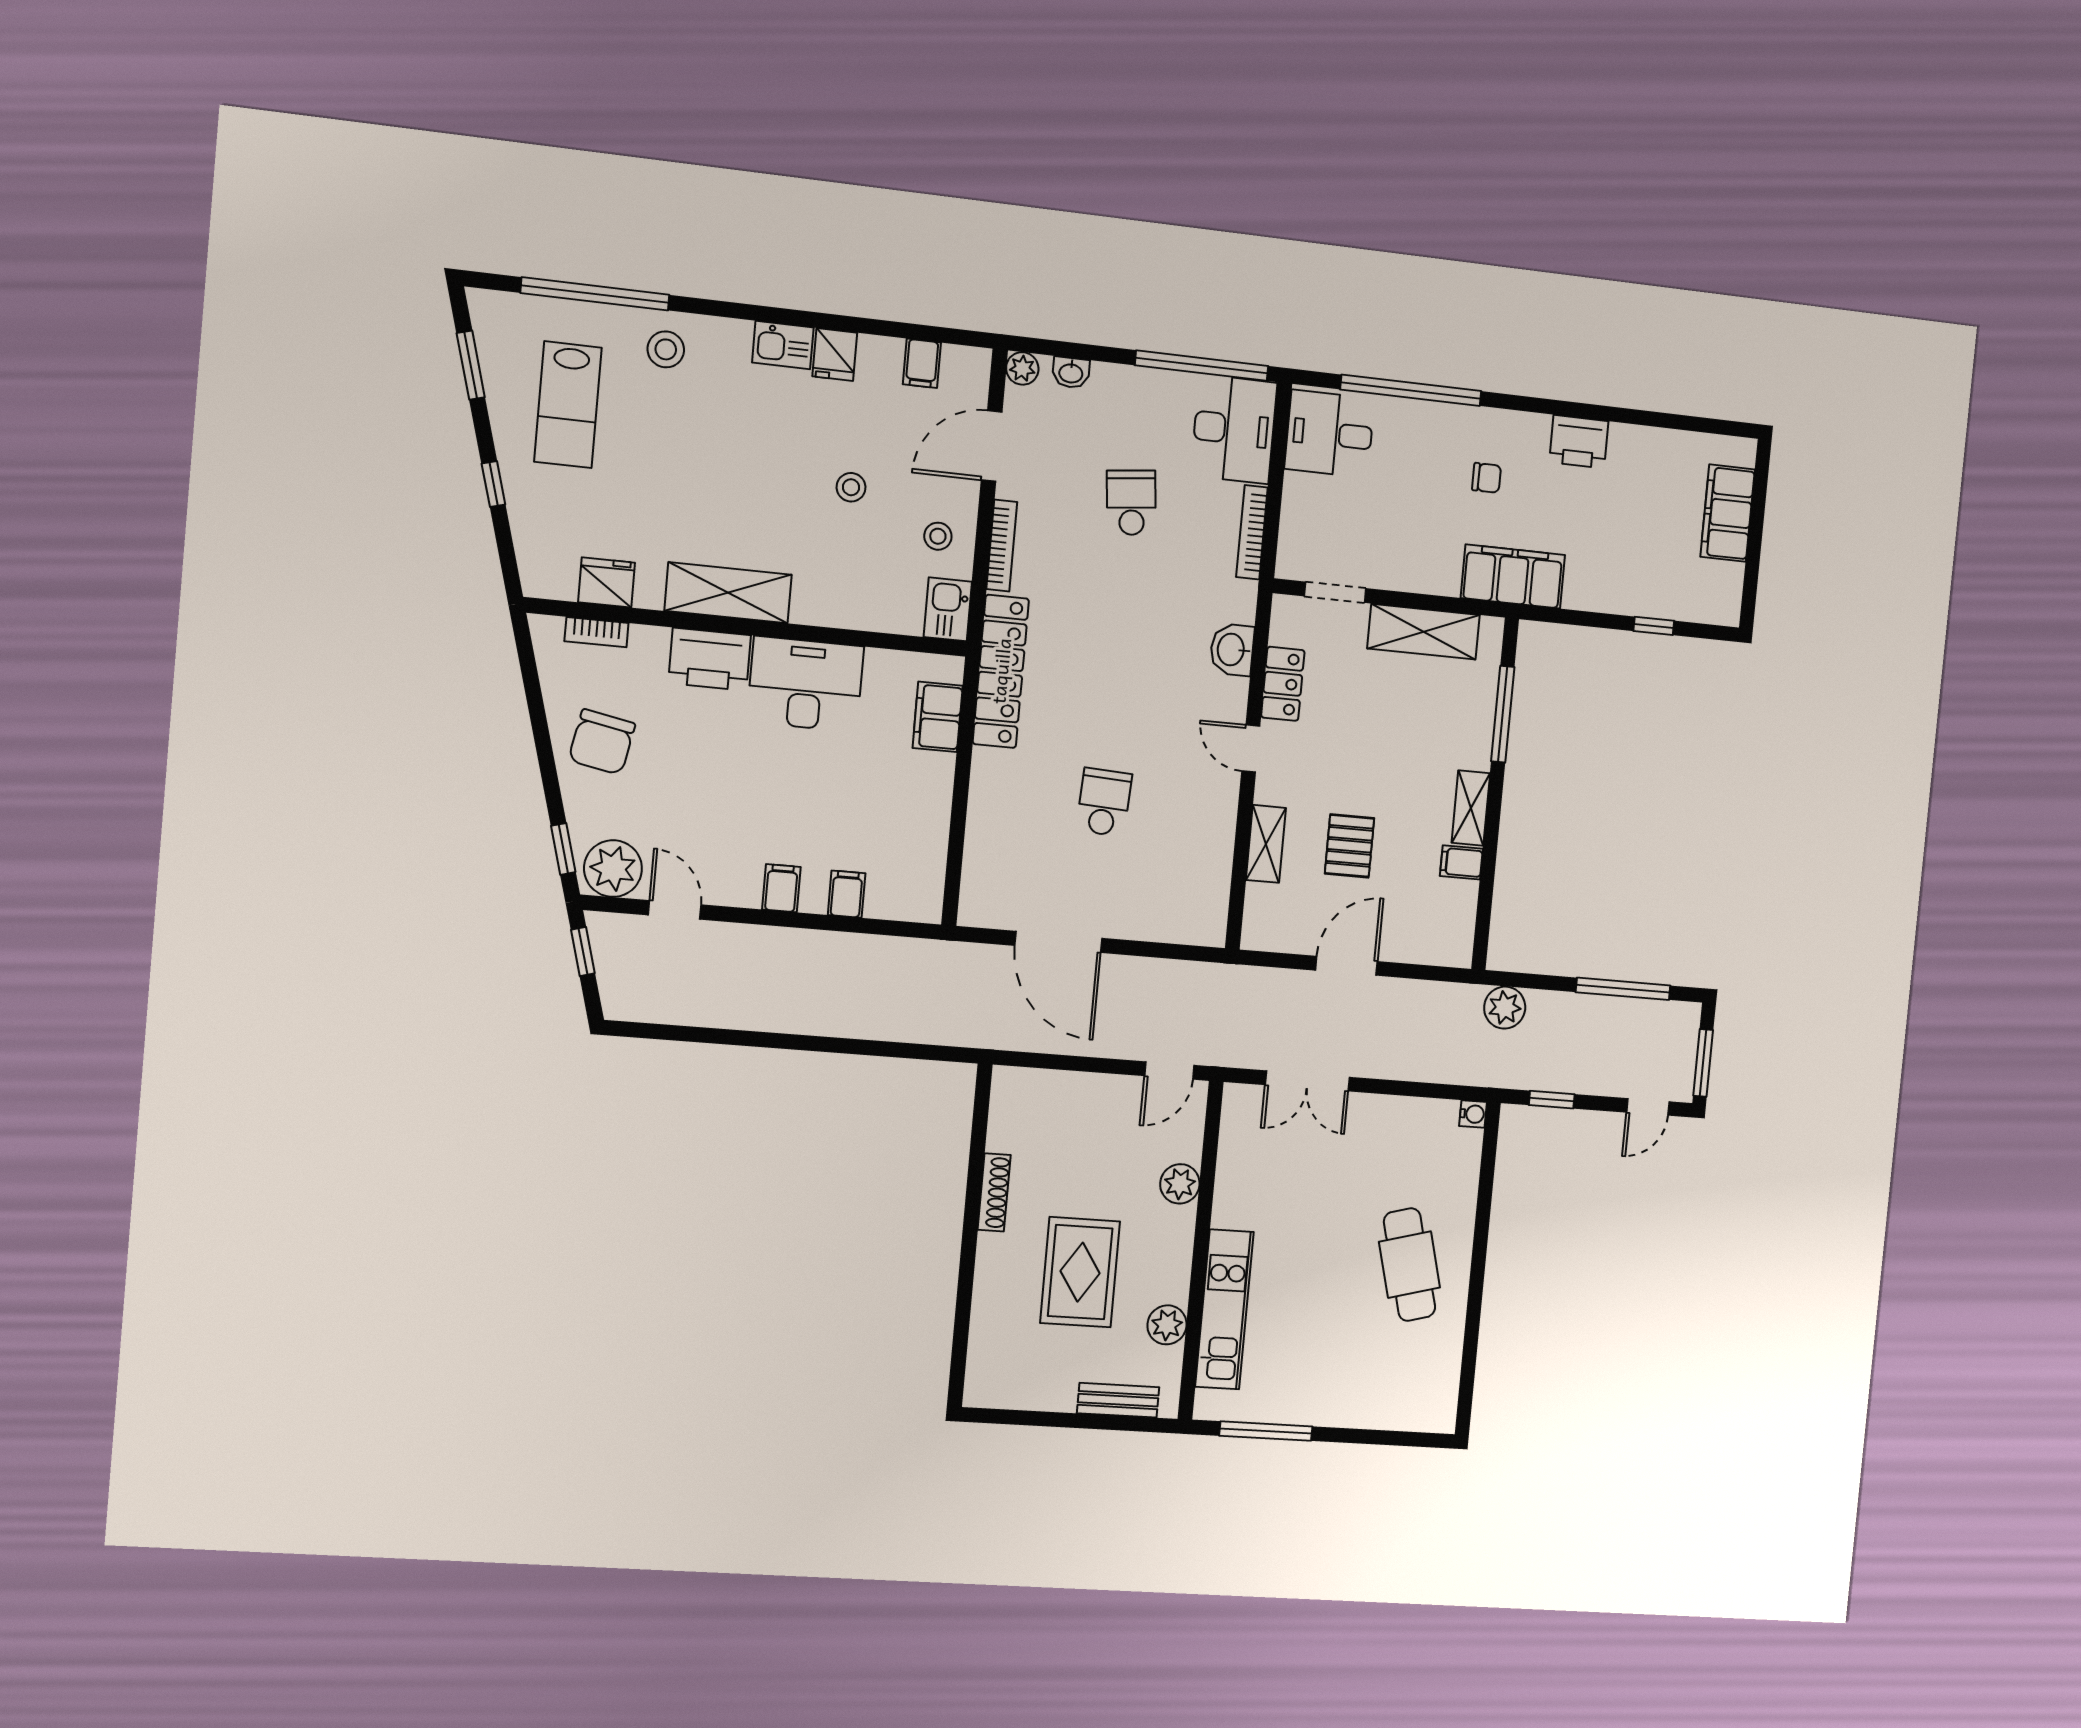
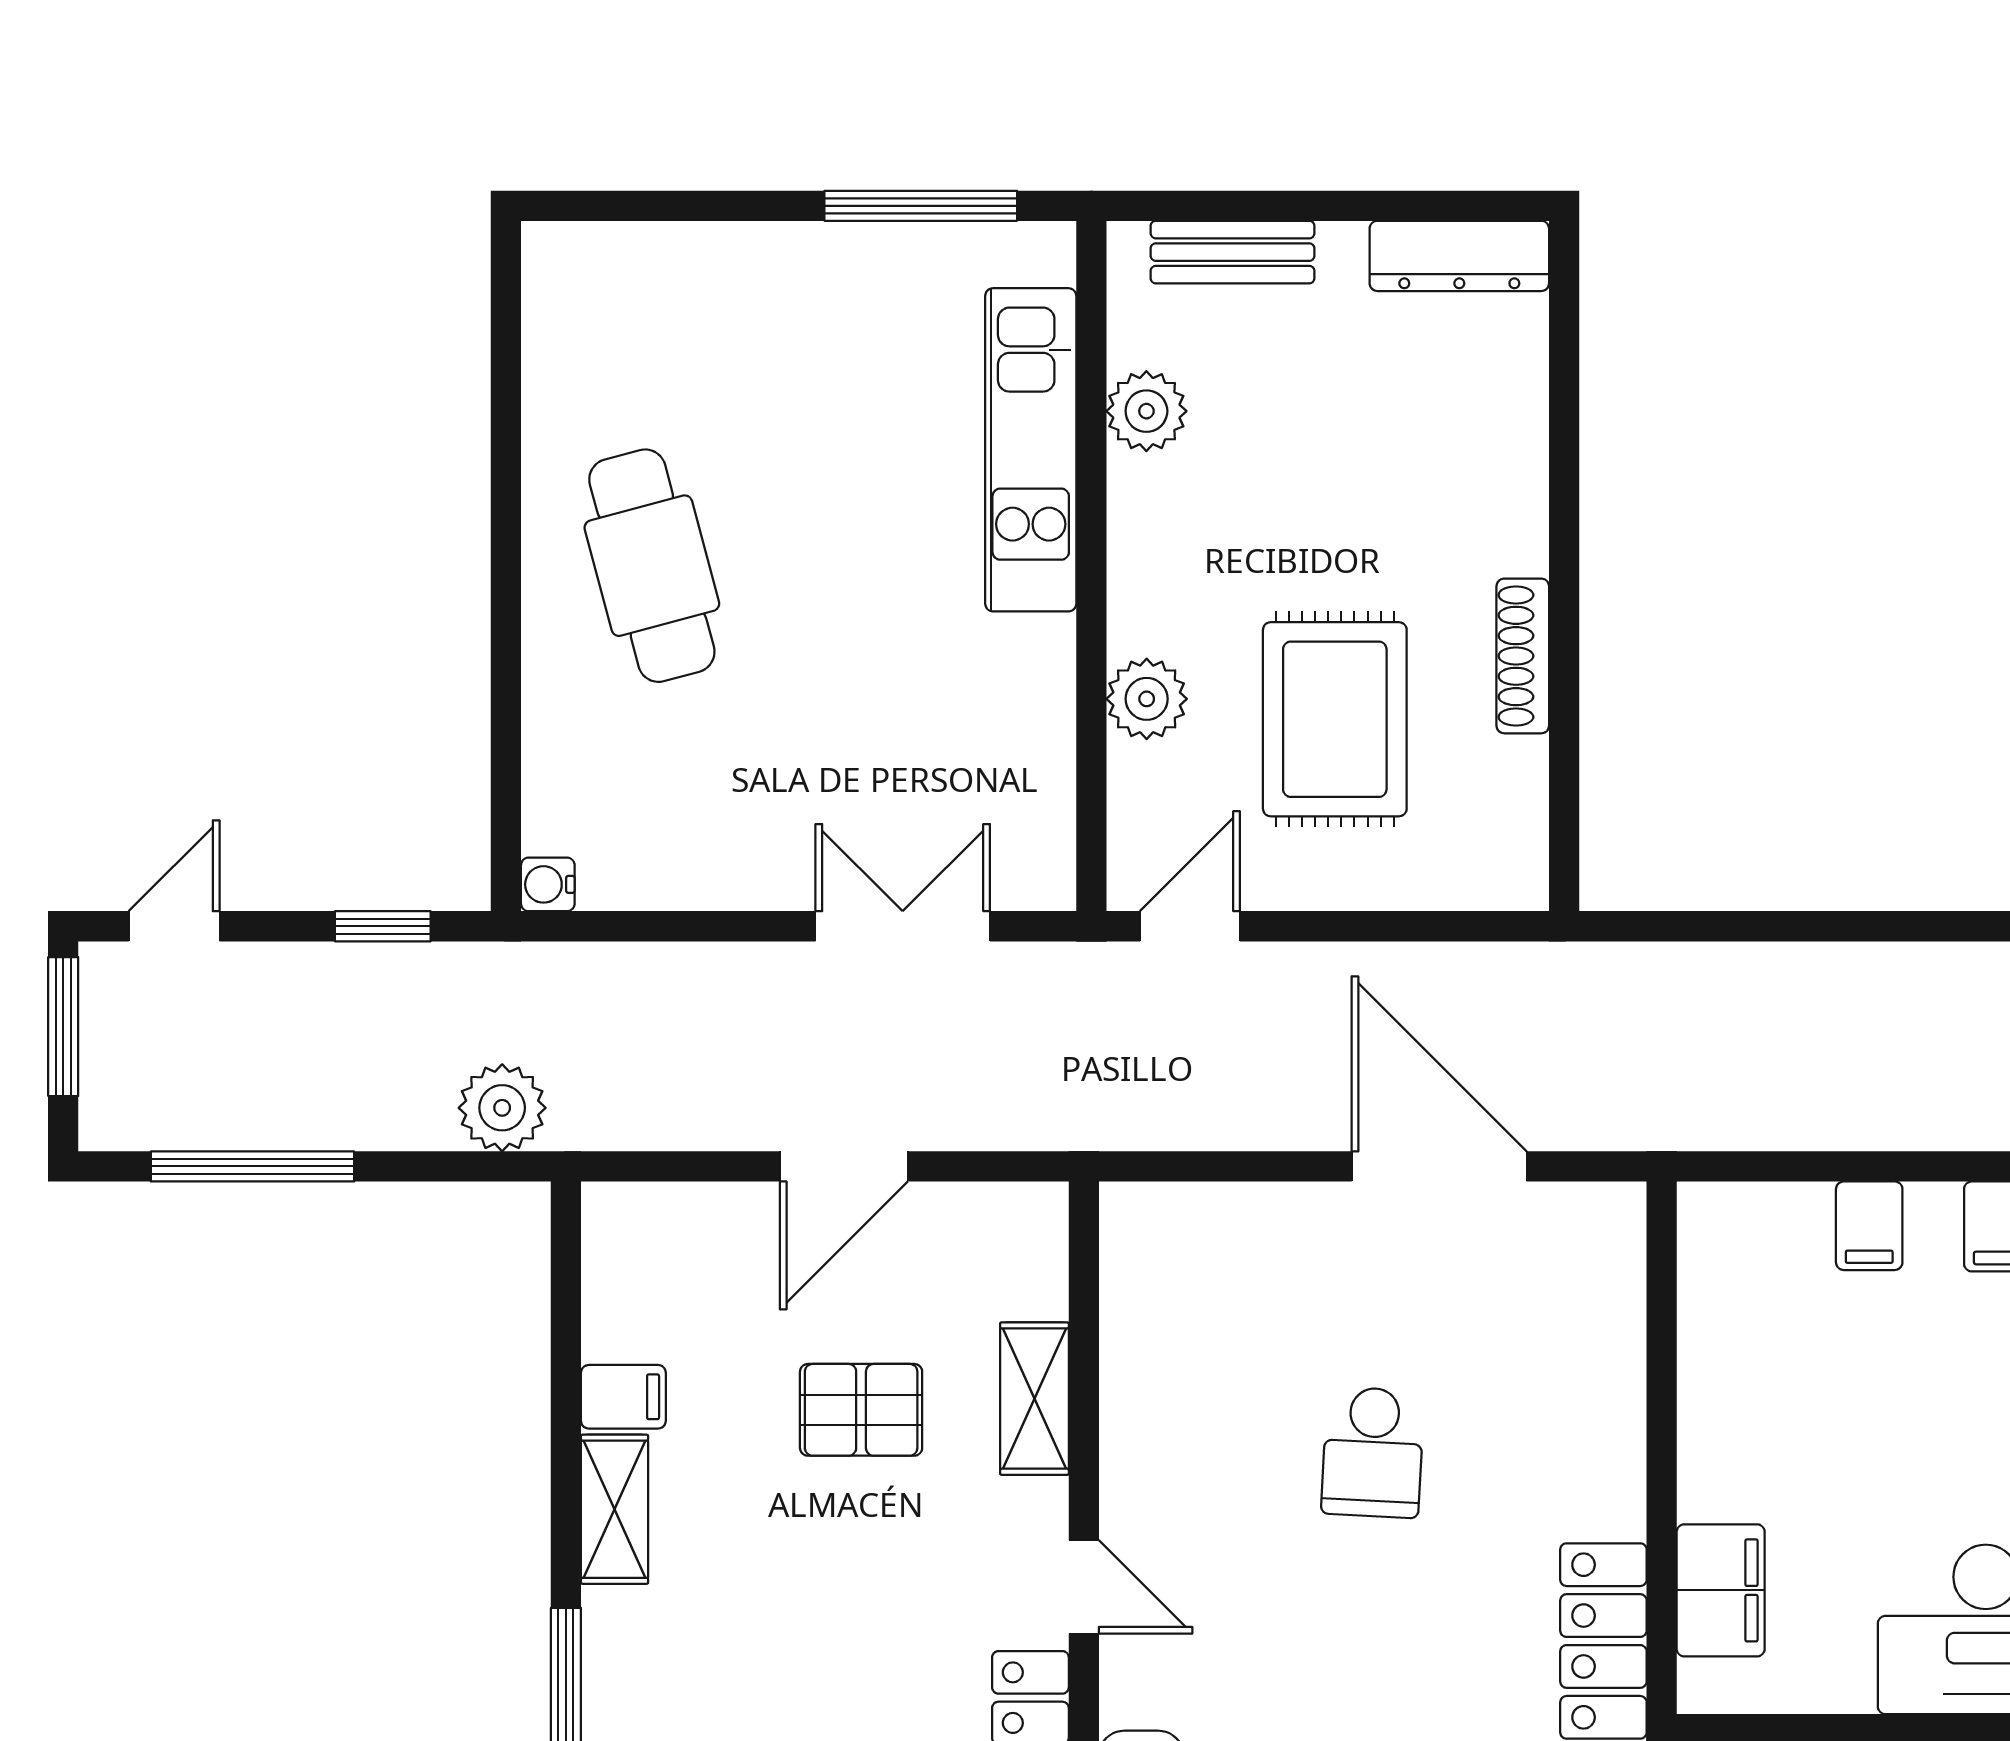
pallet: (1349, 846) -> (861, 1410), turned 90
rug: (1080, 1272) -> (1335, 719), moved
dresser: (1008, 1392) -> (1459, 256), added

